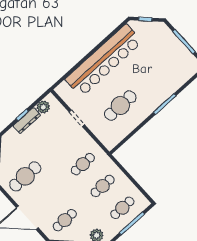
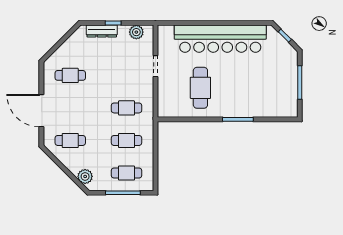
cafe table: (120, 106) -> (200, 88), turned 90
dresser: (27, 121) -> (102, 31), moved
cafe table: (25, 176) -> (70, 75), width x0.73, depth x0.74

